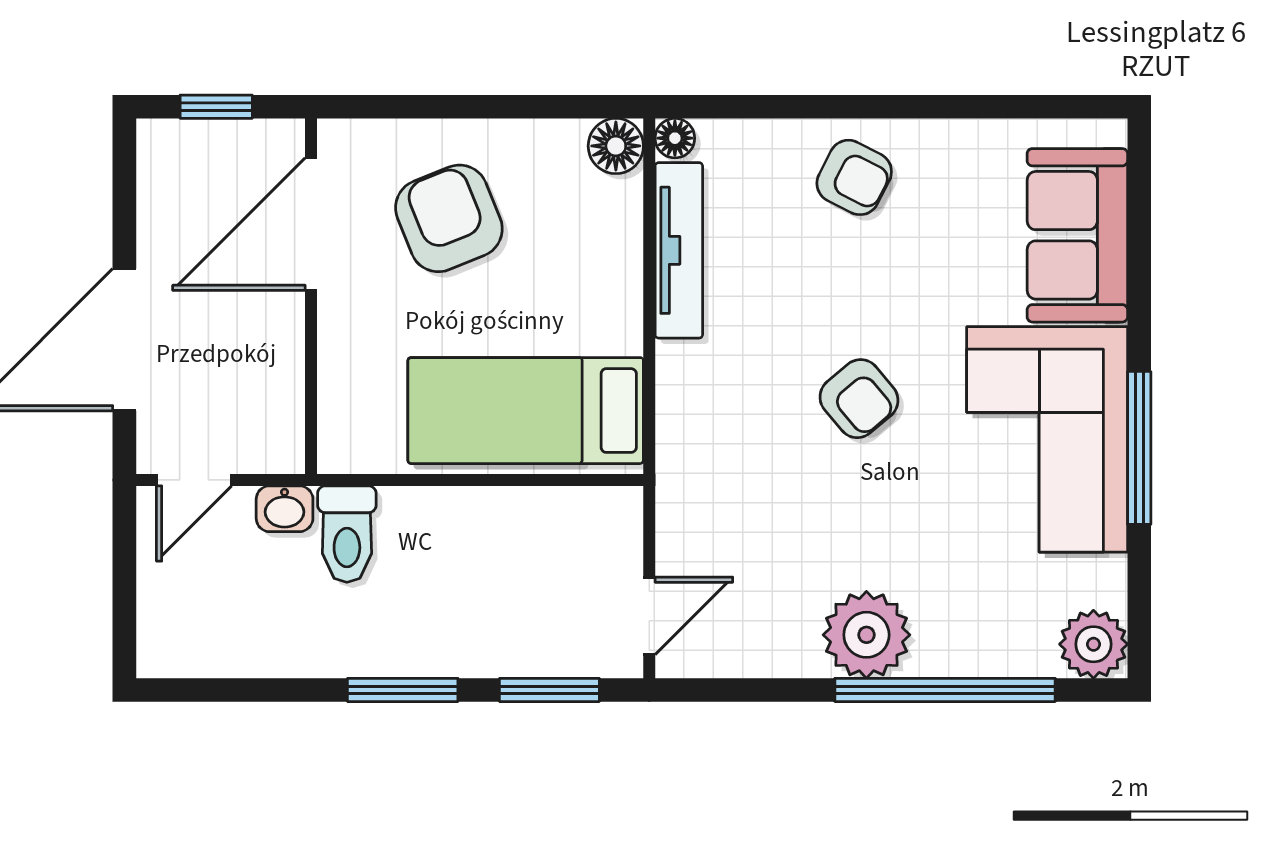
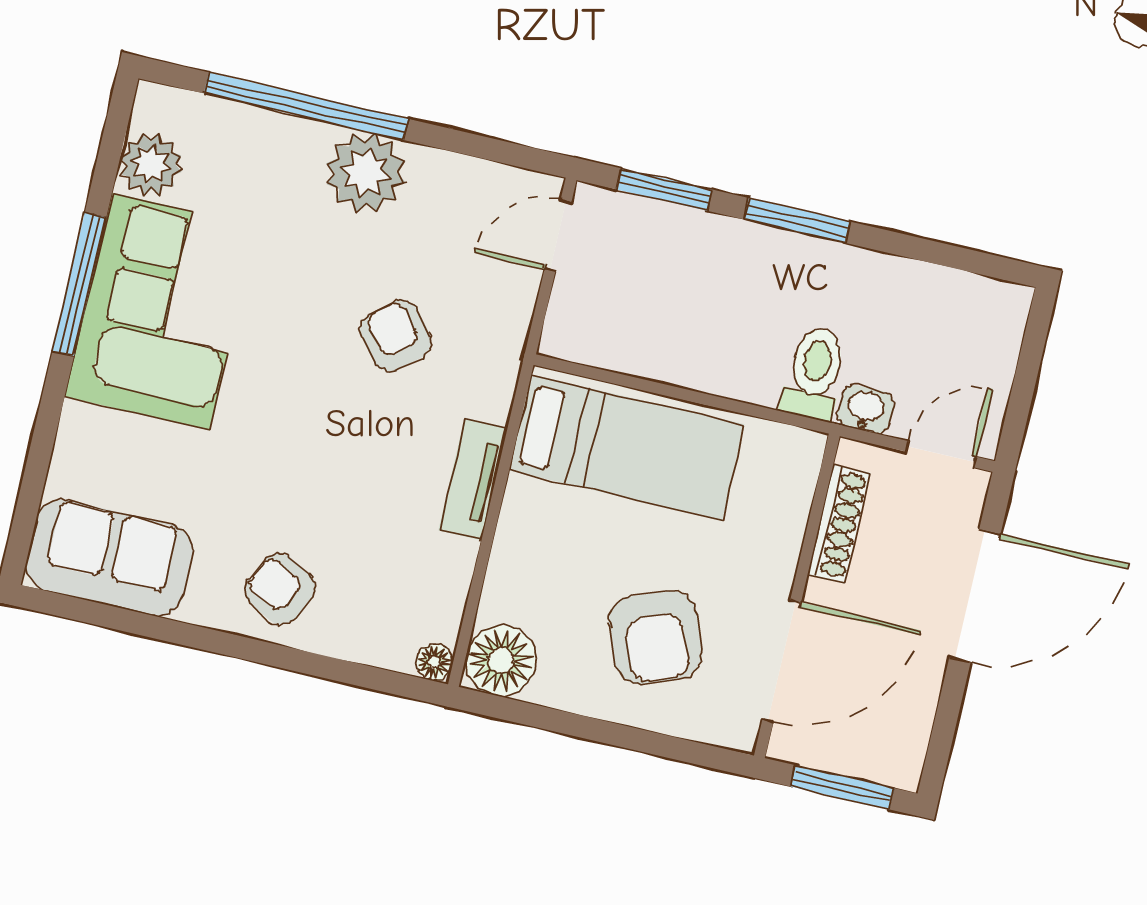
window: (216, 107) -> (843, 787), width x1.50
floor lamp: (616, 146) -> (501, 661), width x1.38, depth x1.38
sofa: (1077, 235) -> (110, 558), moved, turned -90
tv unit: (679, 250) -> (473, 479), moved, width x0.71
shoe rack: (284, 382) -> (839, 524), added
armchair: (859, 399) -> (396, 336), moved
plant: (1093, 644) -> (151, 165), moved

